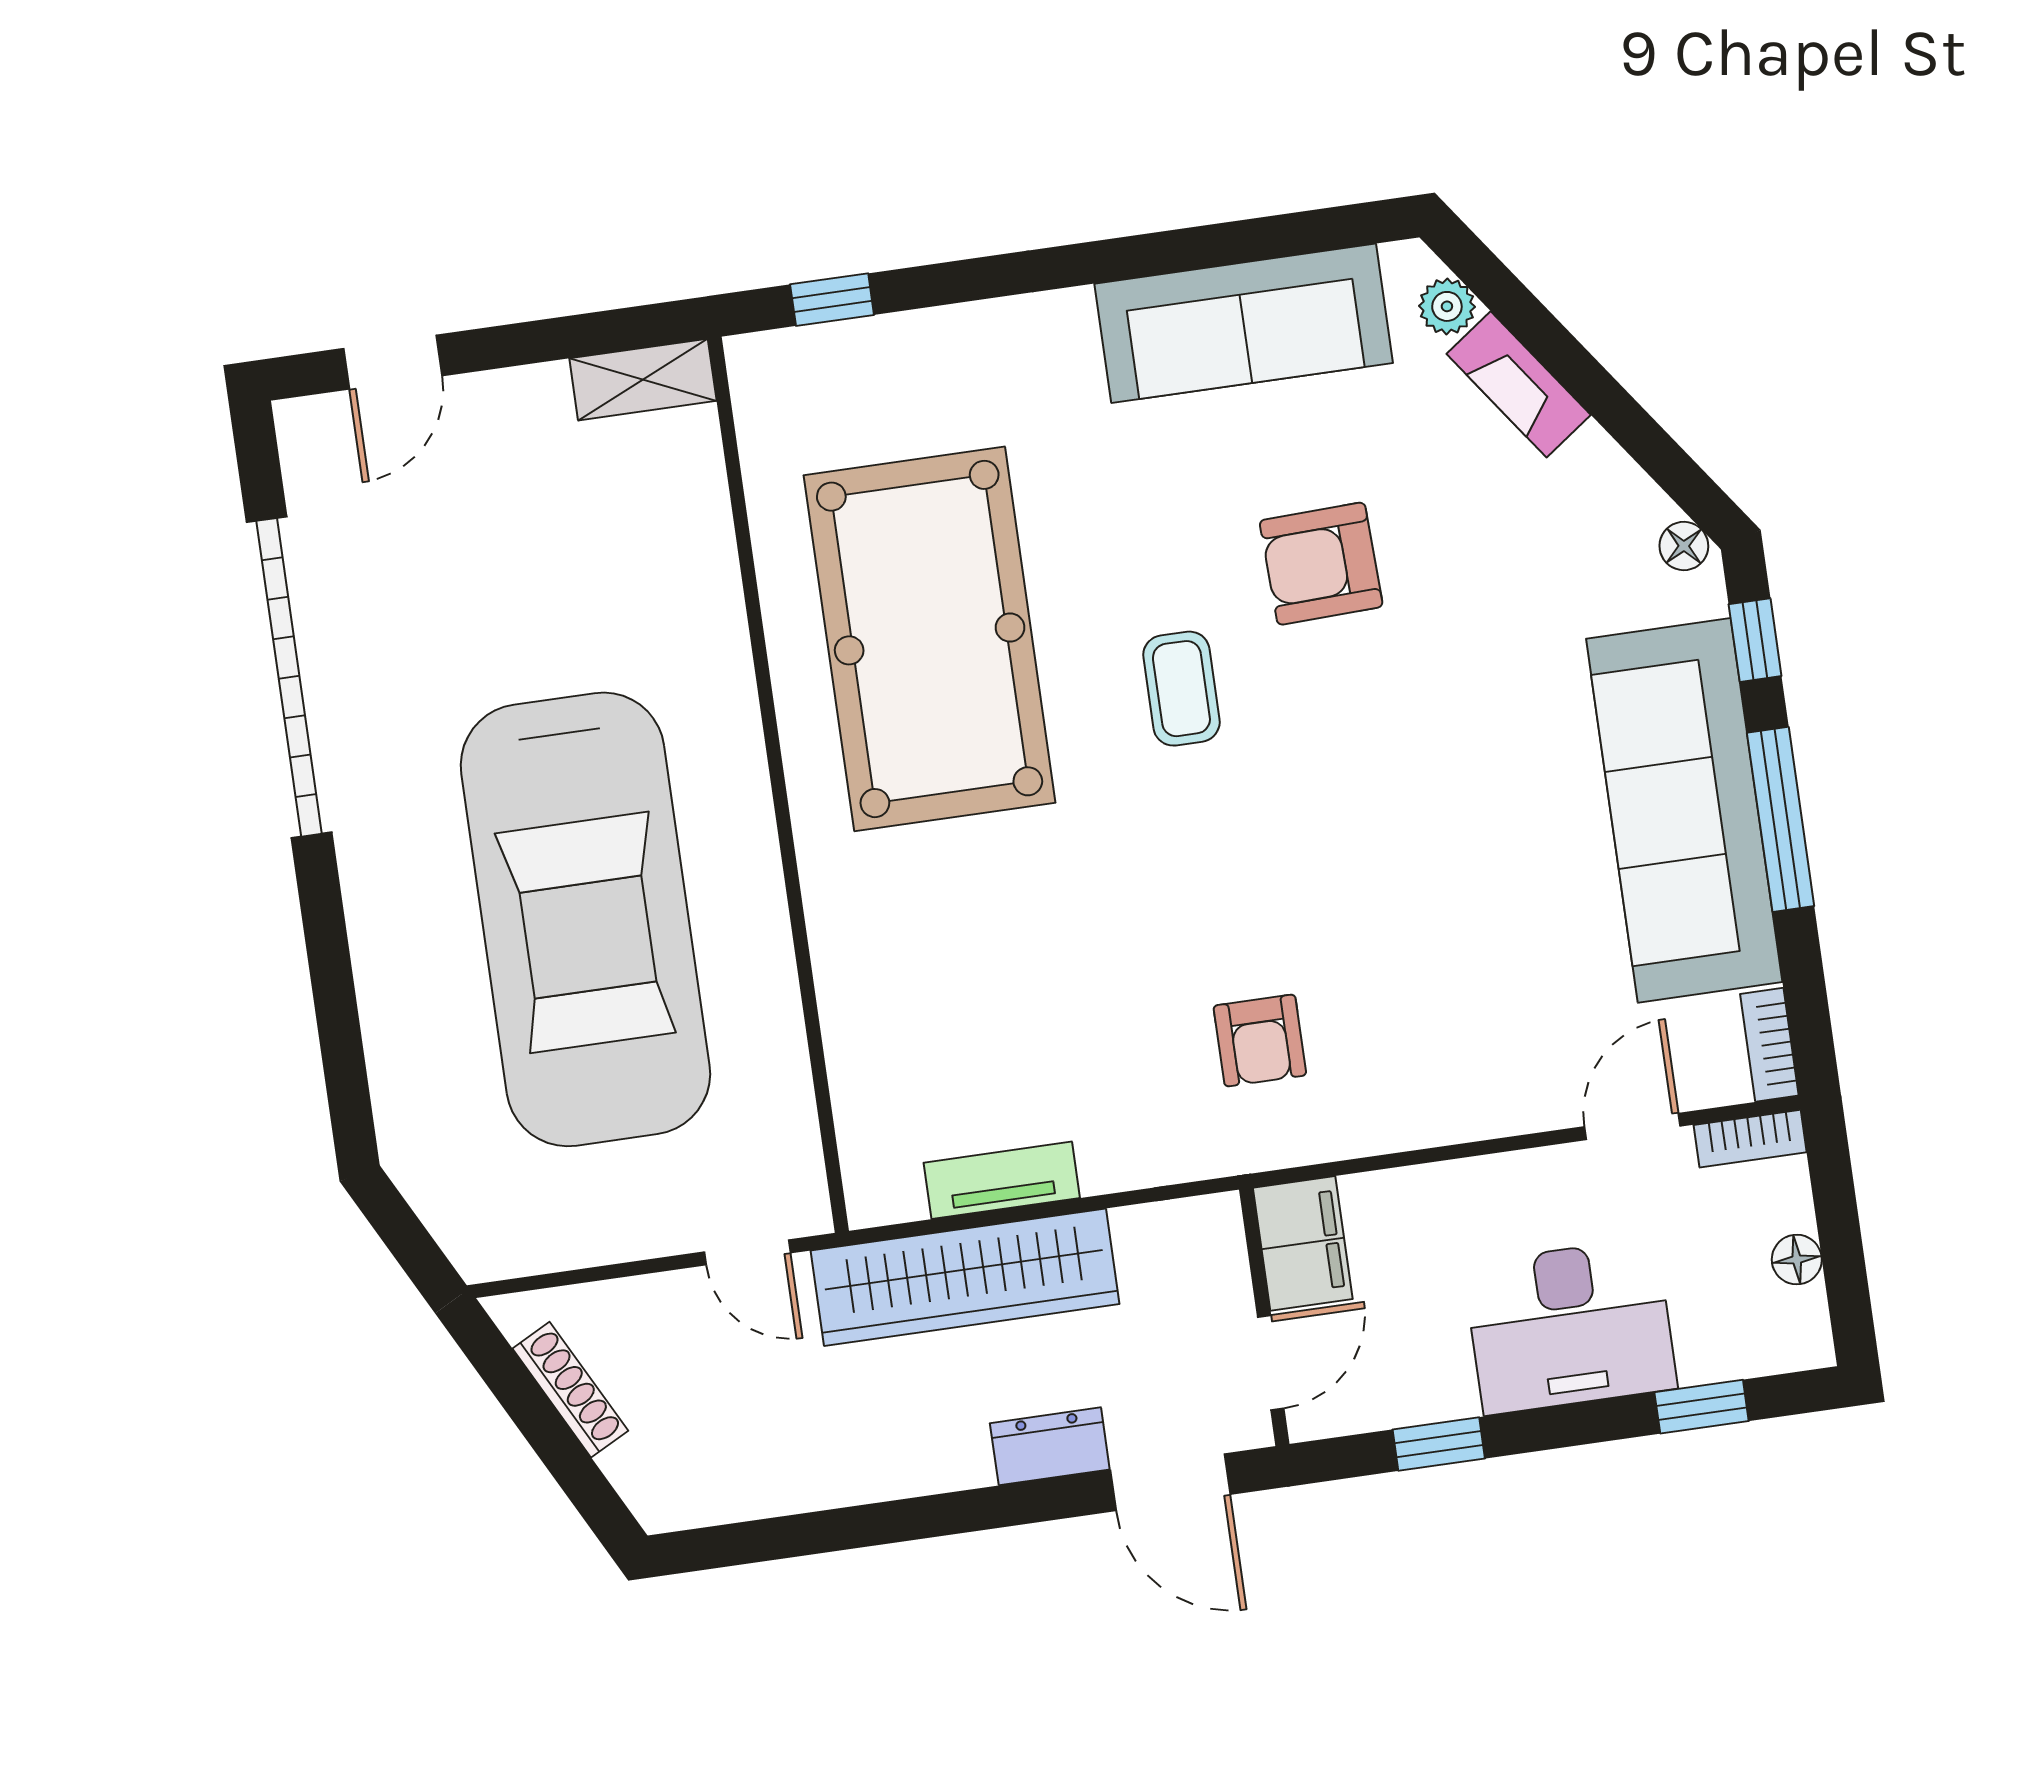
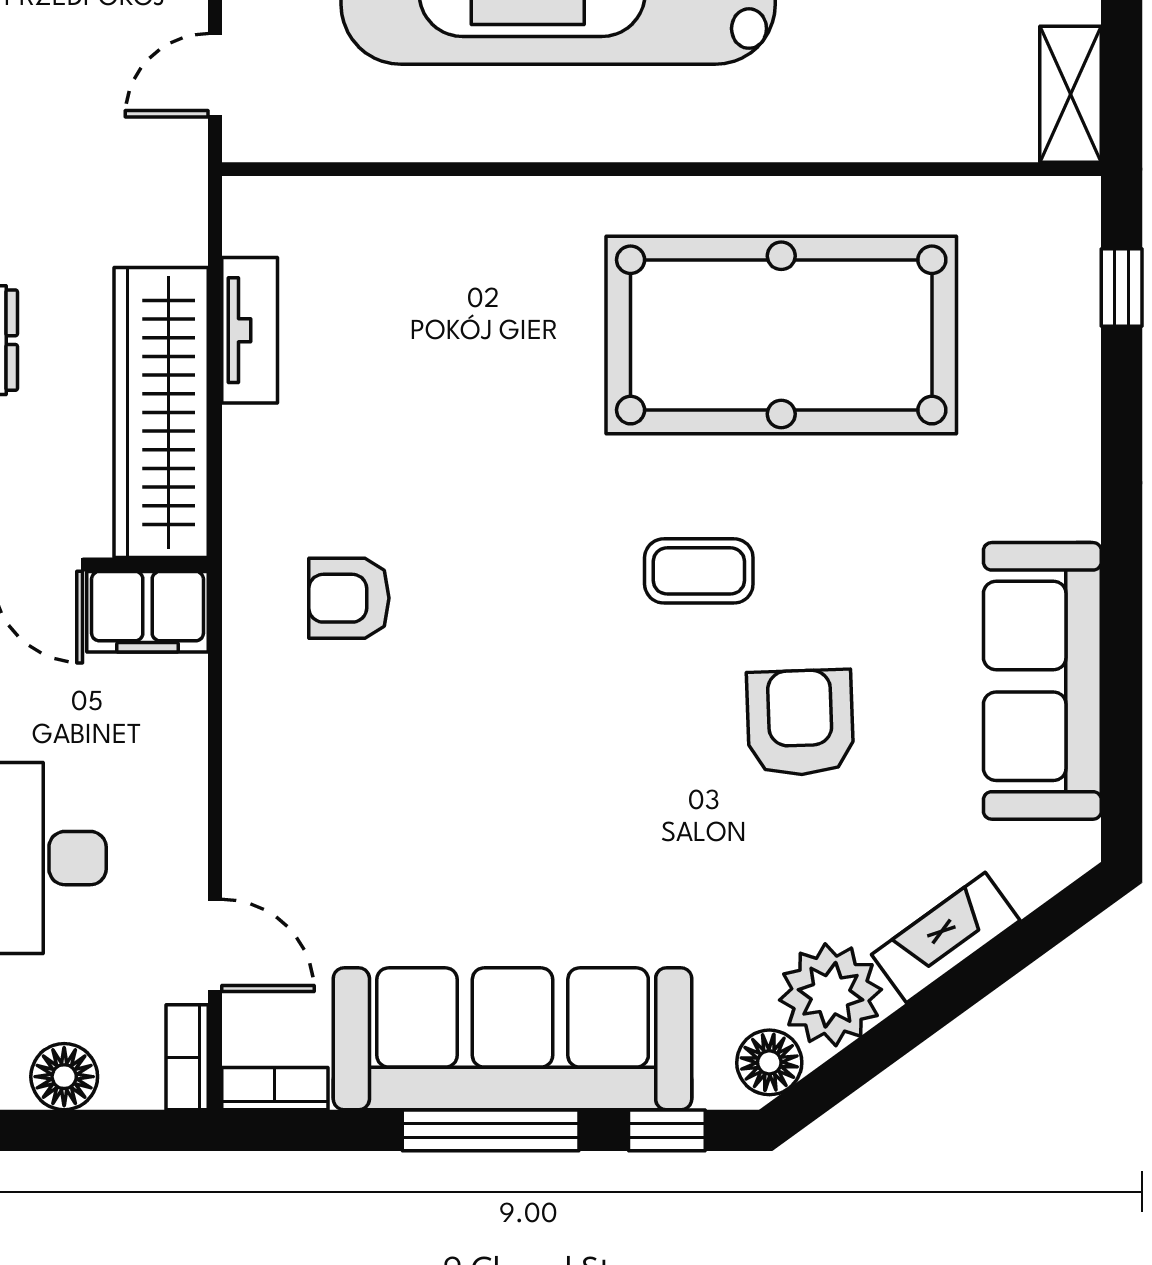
plant: (1447, 306) -> (830, 995), moved, width x1.88, depth x1.88
floor lamp: (1684, 546) -> (769, 1062), width x1.37, depth x1.37
floor lamp: (1797, 1260) -> (64, 1077), width x1.37, depth x1.37
wardrobe: (965, 1277) -> (161, 413), moved

